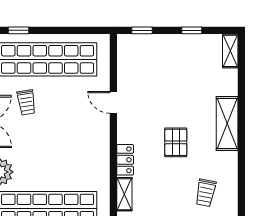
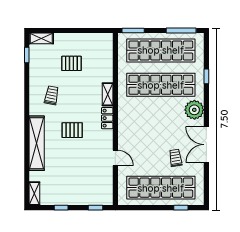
shelving: (227, 123) -> (37, 143), width x1.47
pallet: (176, 142) -> (72, 130), turned 90

